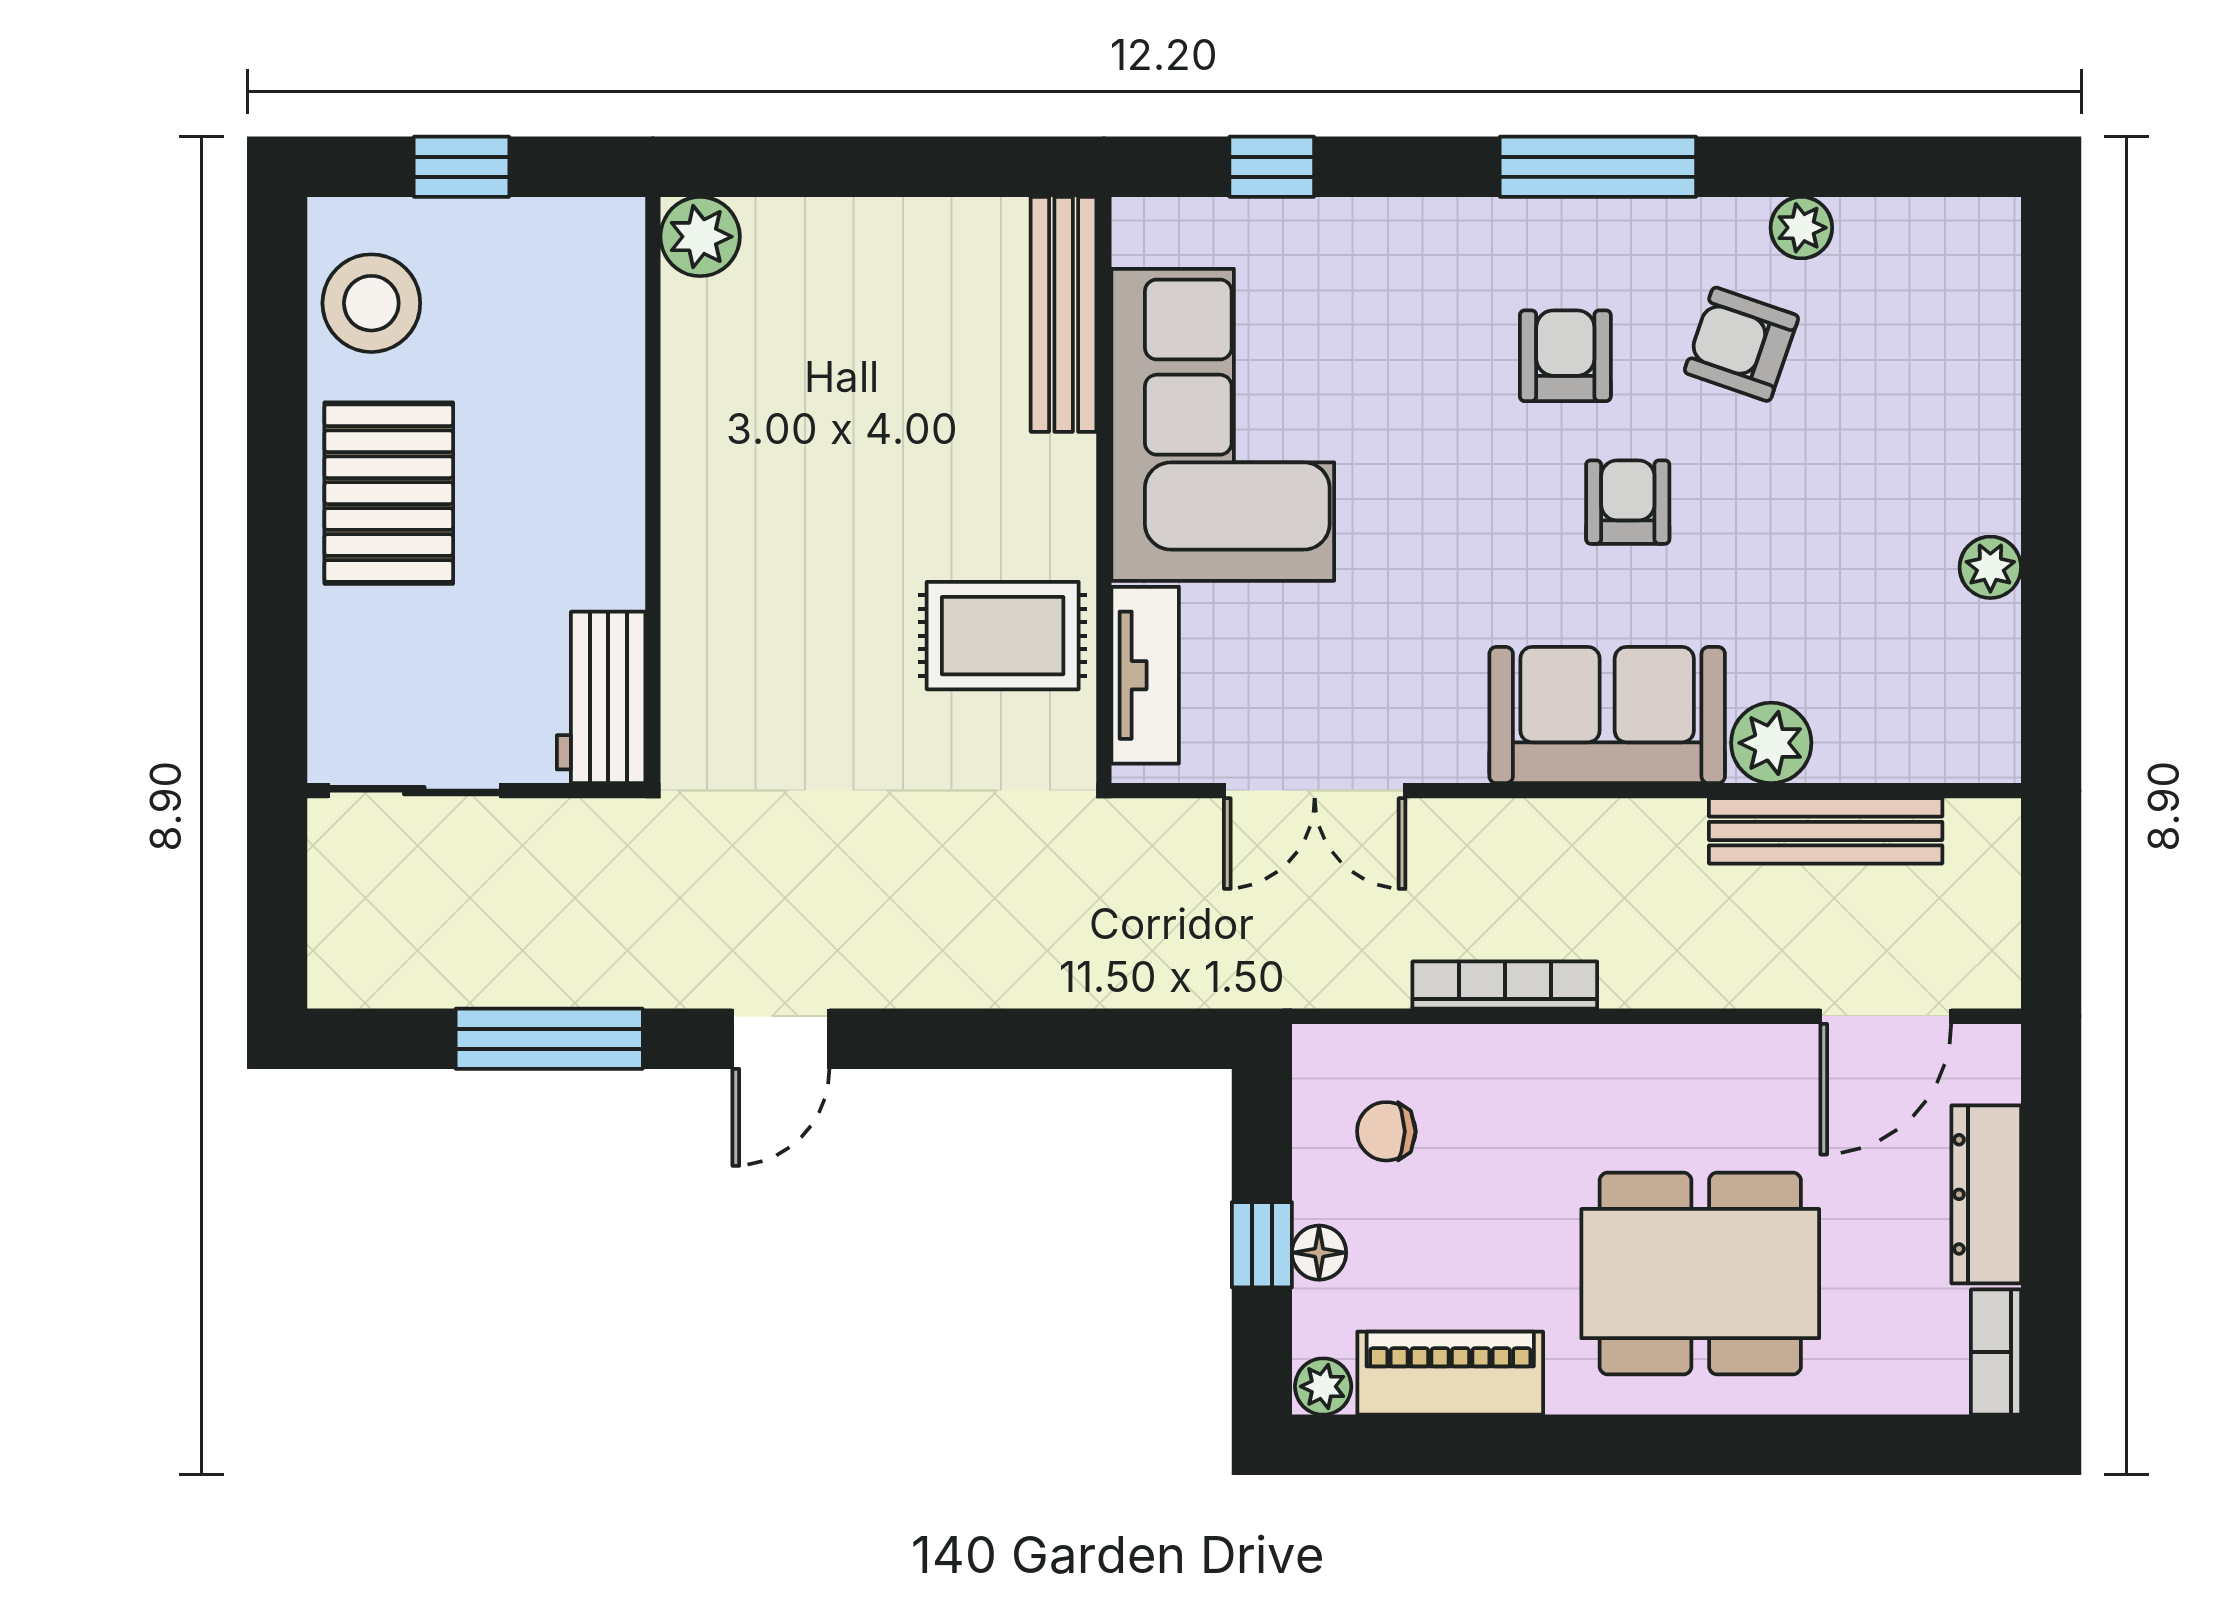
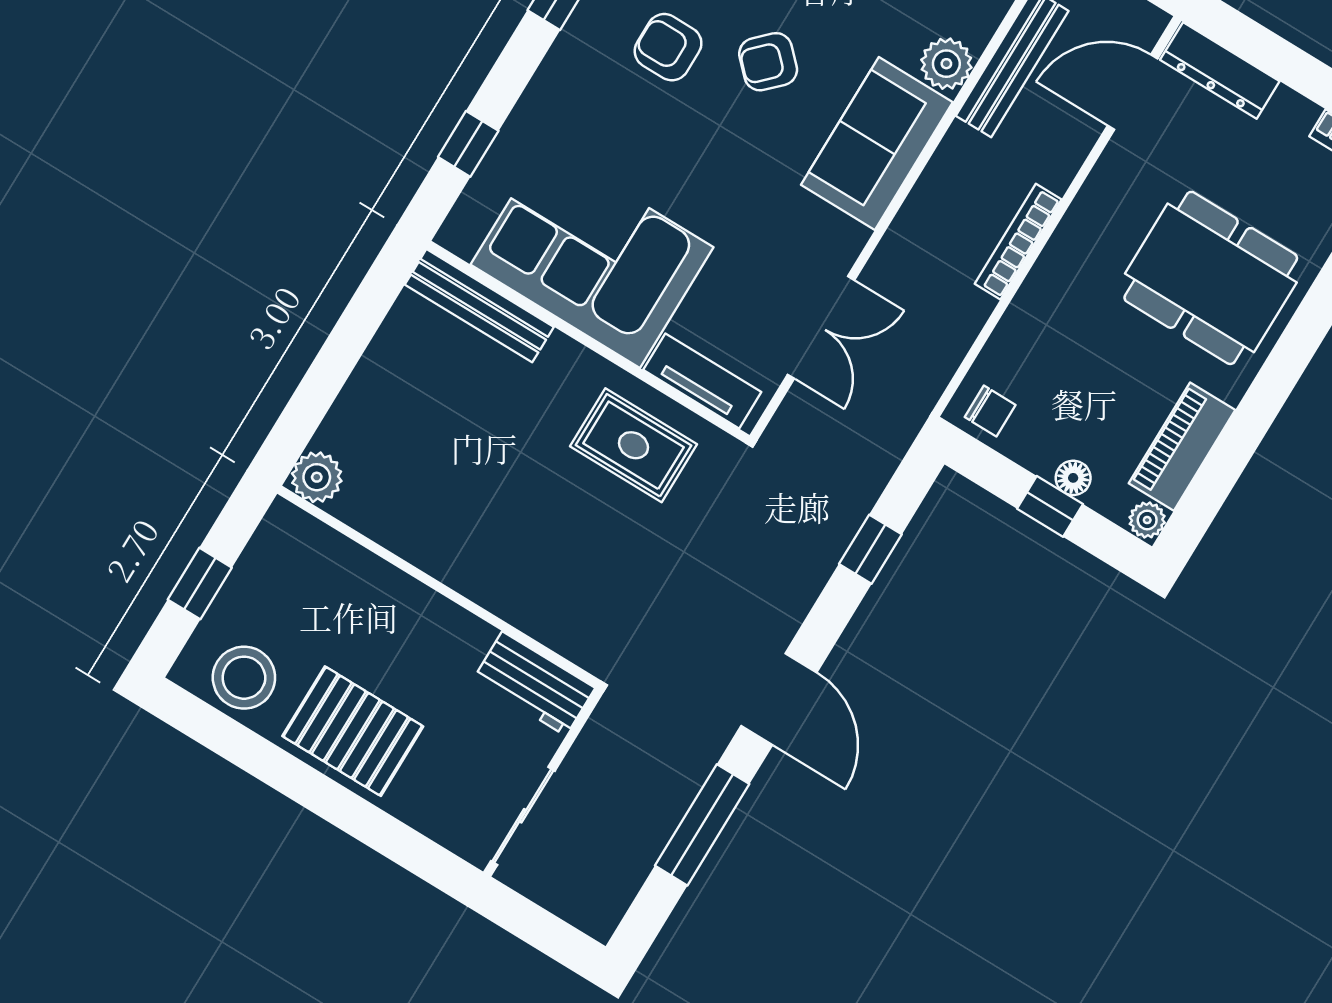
armchair: (1628, 502) -> (768, 62), turned -45
rug: (1003, 636) -> (633, 445), turned 90
bookcase: (1505, 985) -> (1018, 242), moved
door: (1886, 1016) -> (1133, 92), swing flipped
door: (781, 1039) -> (779, 699), width x1.37
window: (1057, 1039) -> (870, 549), added
chair: (1386, 1131) -> (990, 411), moved, turned -90
dresser: (1986, 1194) -> (1220, 70), moved
dining table: (1700, 1274) -> (1211, 278), turned 90

